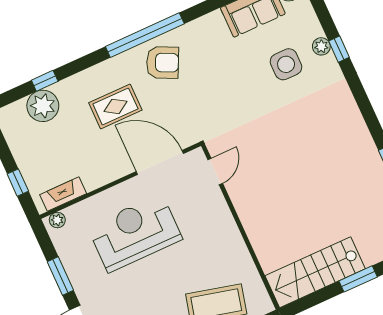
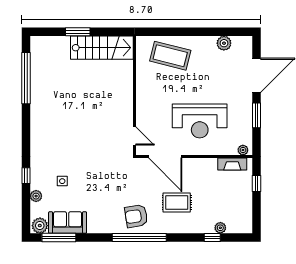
plant: (321, 46) -> (36, 196), moved
armchair: (163, 62) -> (136, 216), turned -35
side table: (286, 64) -> (62, 181), width x0.54, depth x0.54
plant: (43, 106) -> (220, 228), width x0.53, depth x0.53
door: (215, 171) -> (134, 136), swing flipped

